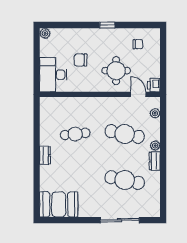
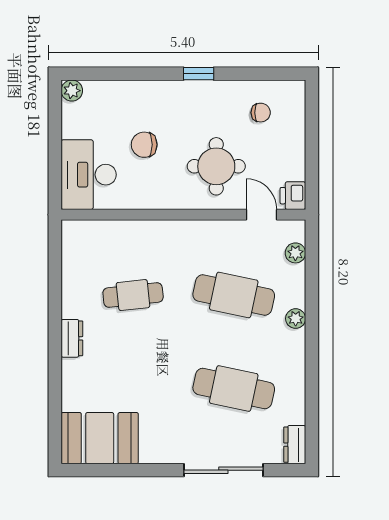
dresser: (155, 161) -> (295, 445), moved

